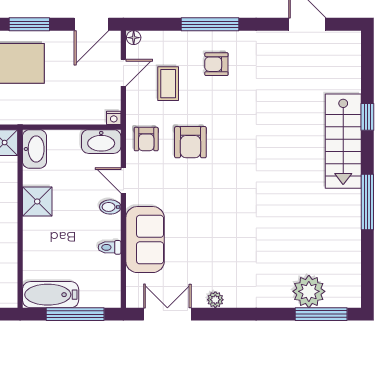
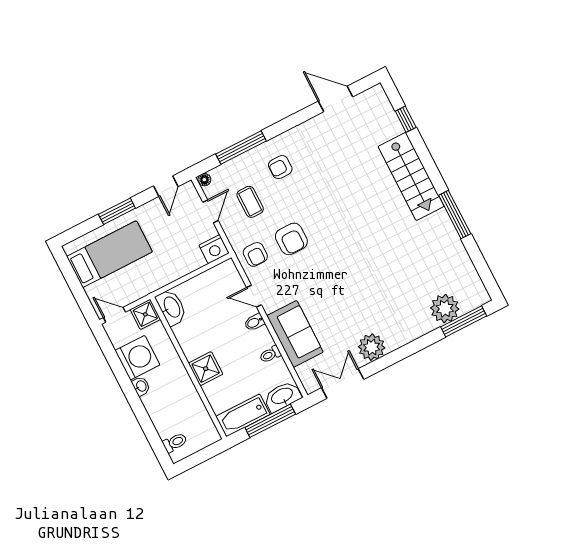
door: (91, 24) -> (166, 186), width x0.73
window: (210, 24) -> (241, 148), moved
window: (367, 117) -> (406, 119), moved
nightstand: (114, 118) -> (214, 249), width x1.89, depth x1.79
washbasin: (101, 142) -> (282, 396), moved, turned 180
shower: (37, 201) -> (206, 369), moved
plant: (215, 300) -> (372, 347), width x1.88, depth x1.88

